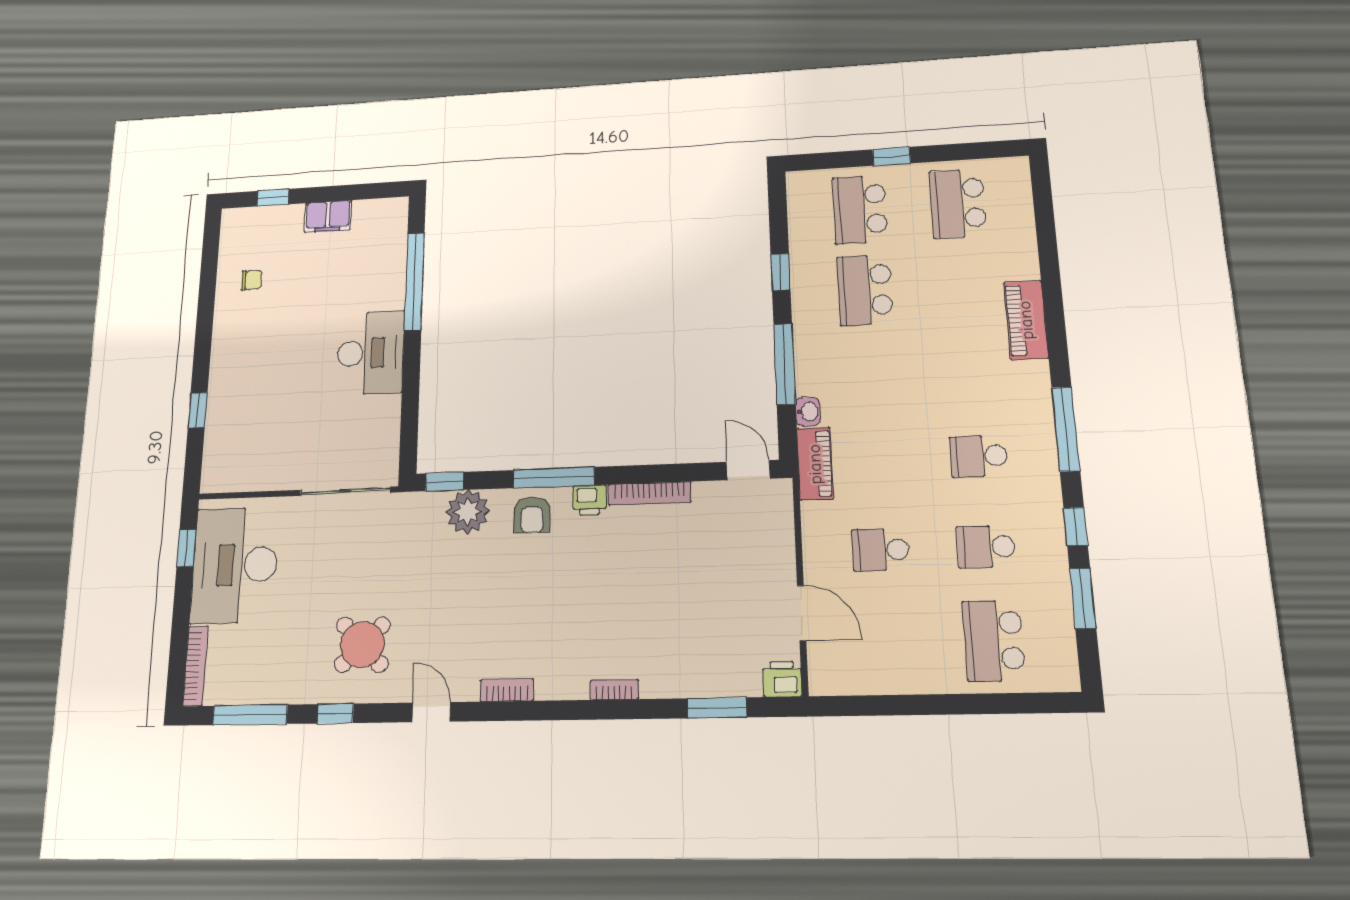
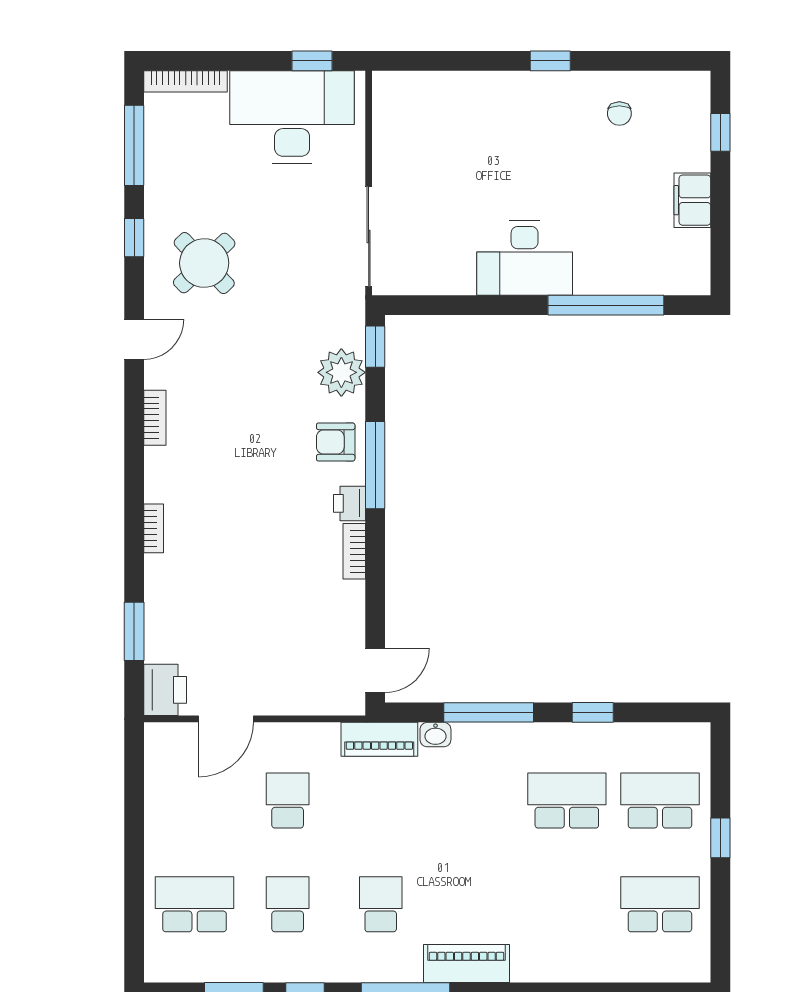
piano: (1026, 320) -> (466, 964), moved
window: (198, 410) -> (550, 61), moved
bookcase: (650, 493) -> (354, 551), width x0.64
printer: (782, 679) -> (165, 690), width x1.36, depth x1.24

